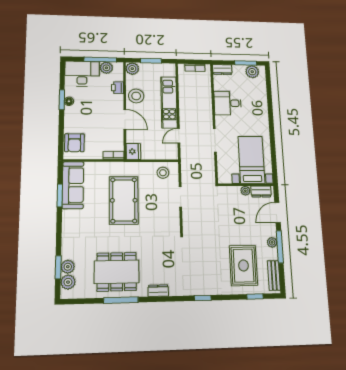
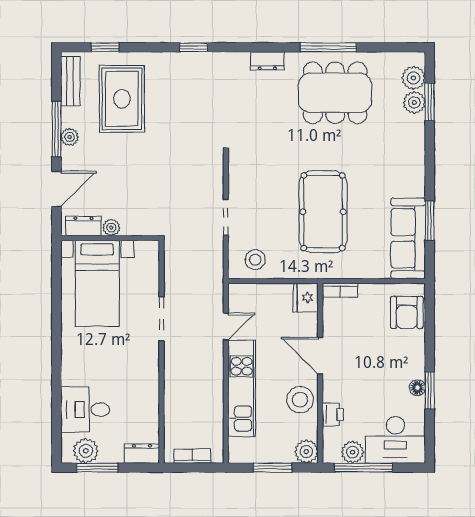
desk: (228, 103) -> (85, 410), moved, turned 180
armchair: (74, 143) -> (407, 312), turned 180

